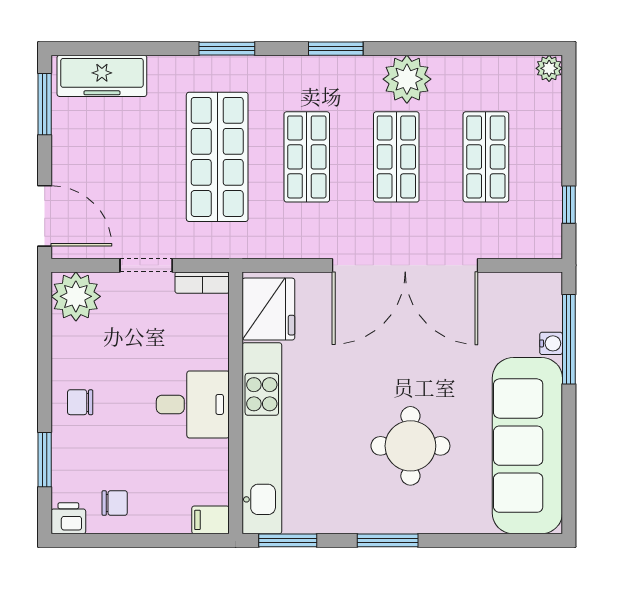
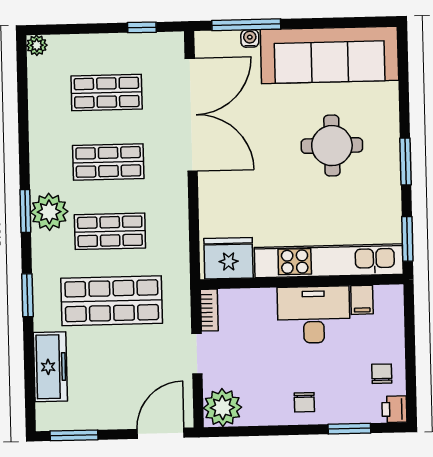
freezer: (102, 76) -> (50, 367), moved
plant: (407, 79) -> (49, 212), moved
double door: (405, 265) -> (191, 115), moved
desk: (193, 404) -> (314, 315), width x1.37
filing cabinet: (210, 520) -> (362, 300), moved

